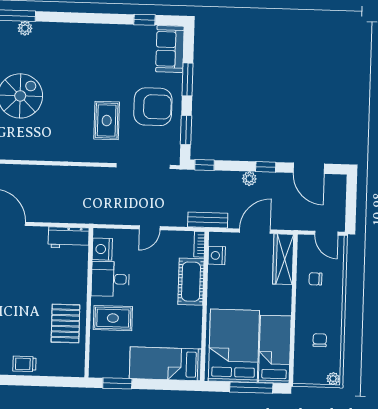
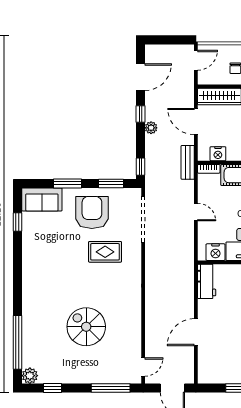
plant: (25, 28) -> (28, 324), removed

